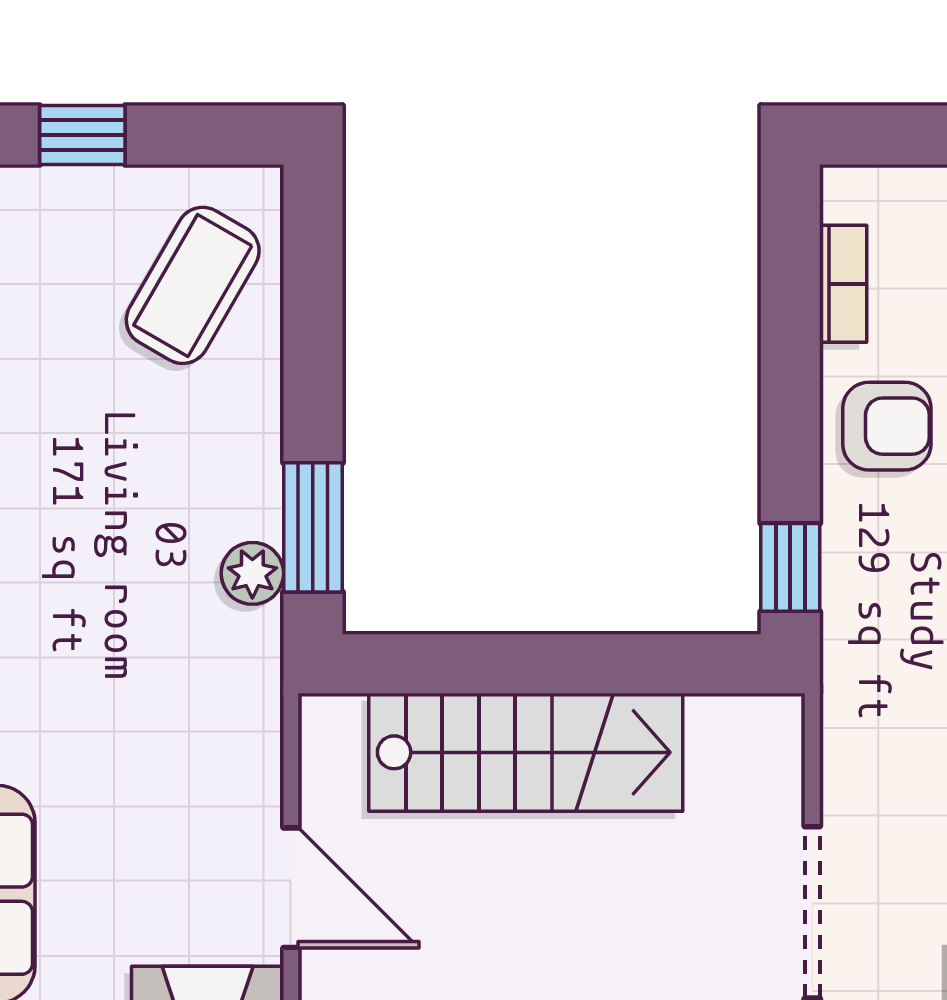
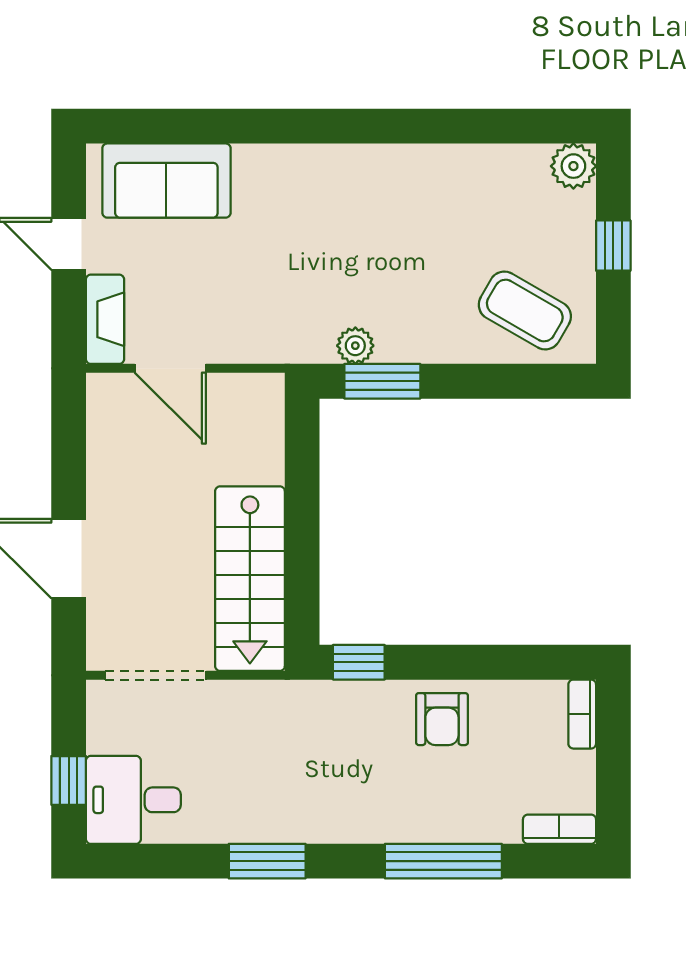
bookcase: (843, 284) -> (582, 714), moved, turned 90
stairs: (526, 752) -> (250, 579), moved
door: (291, 888) -> (170, 368), hinge flipped

